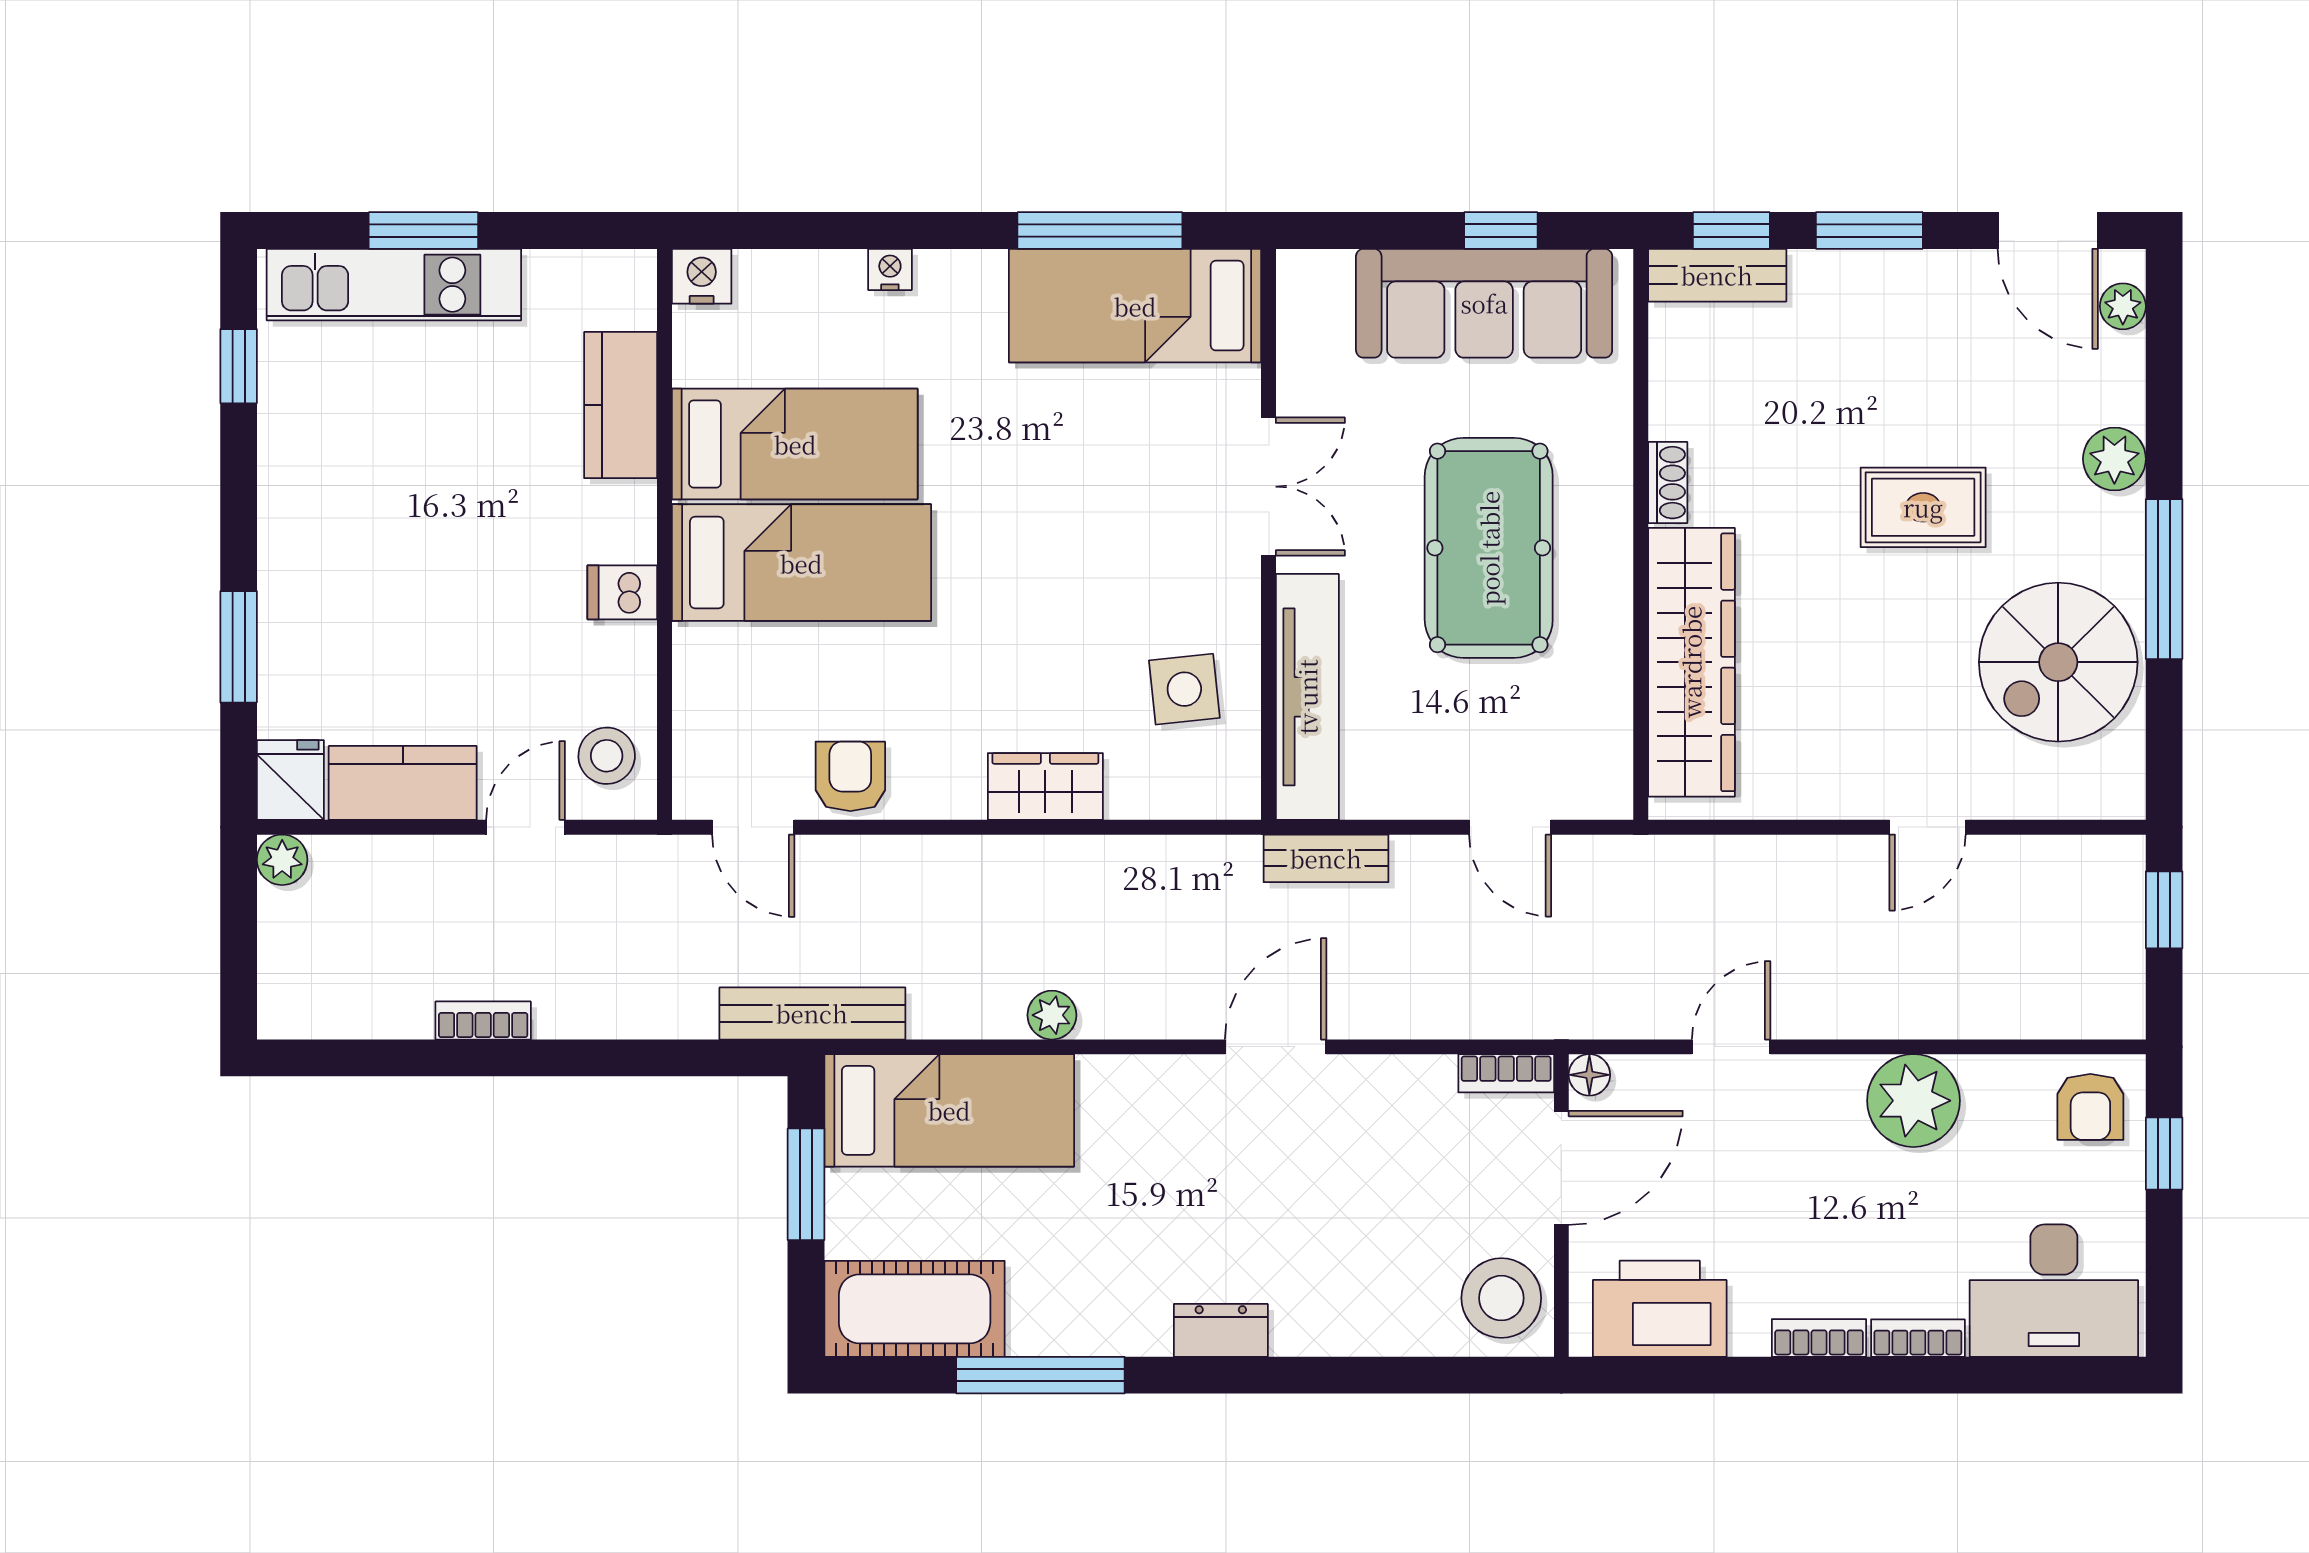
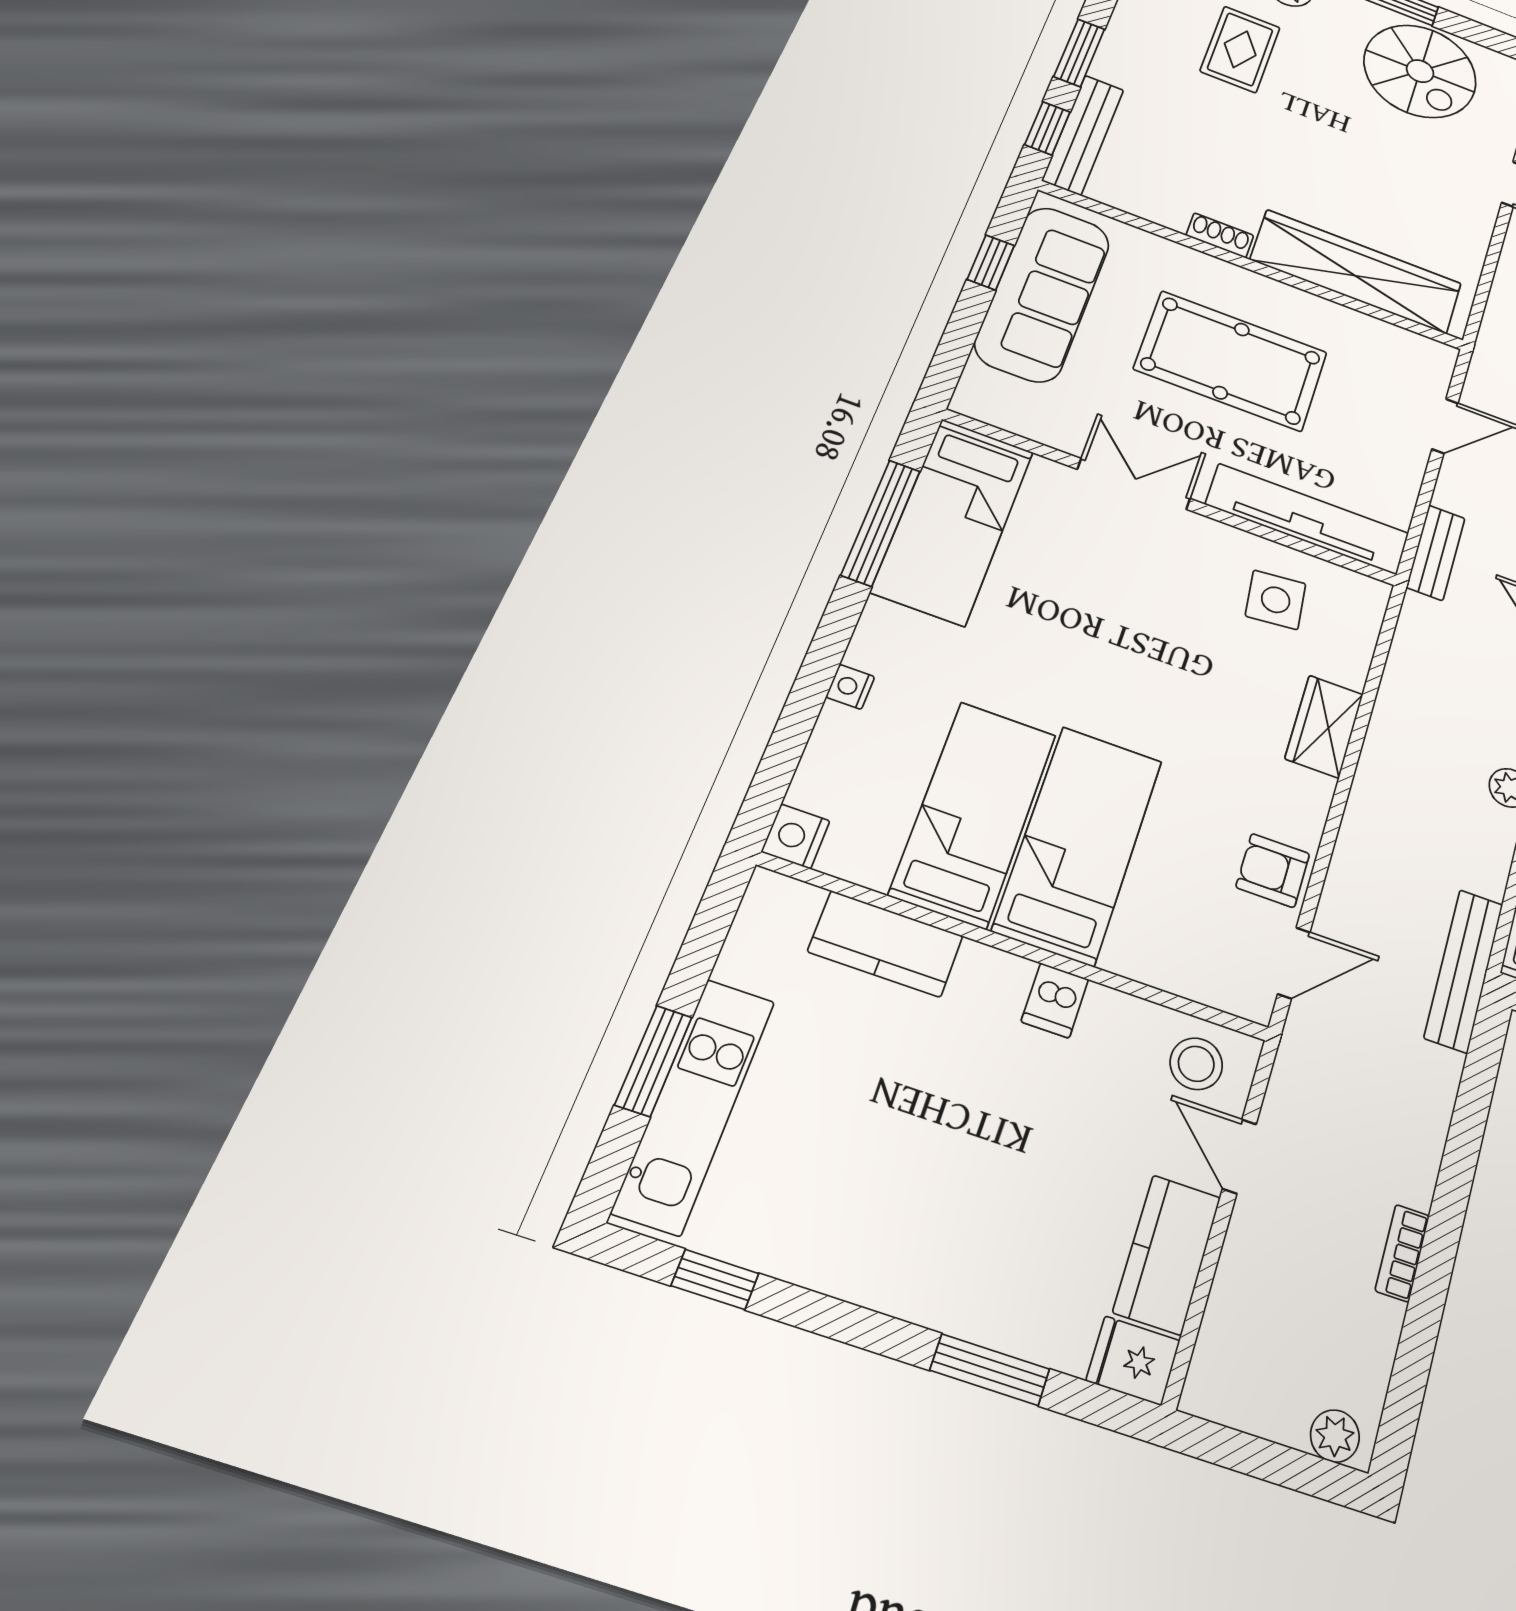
bench: (1717, 275) -> (1083, 135), width x1.36
rug: (1923, 507) -> (1240, 49), moved
plant: (282, 860) -> (1335, 1436), moved

